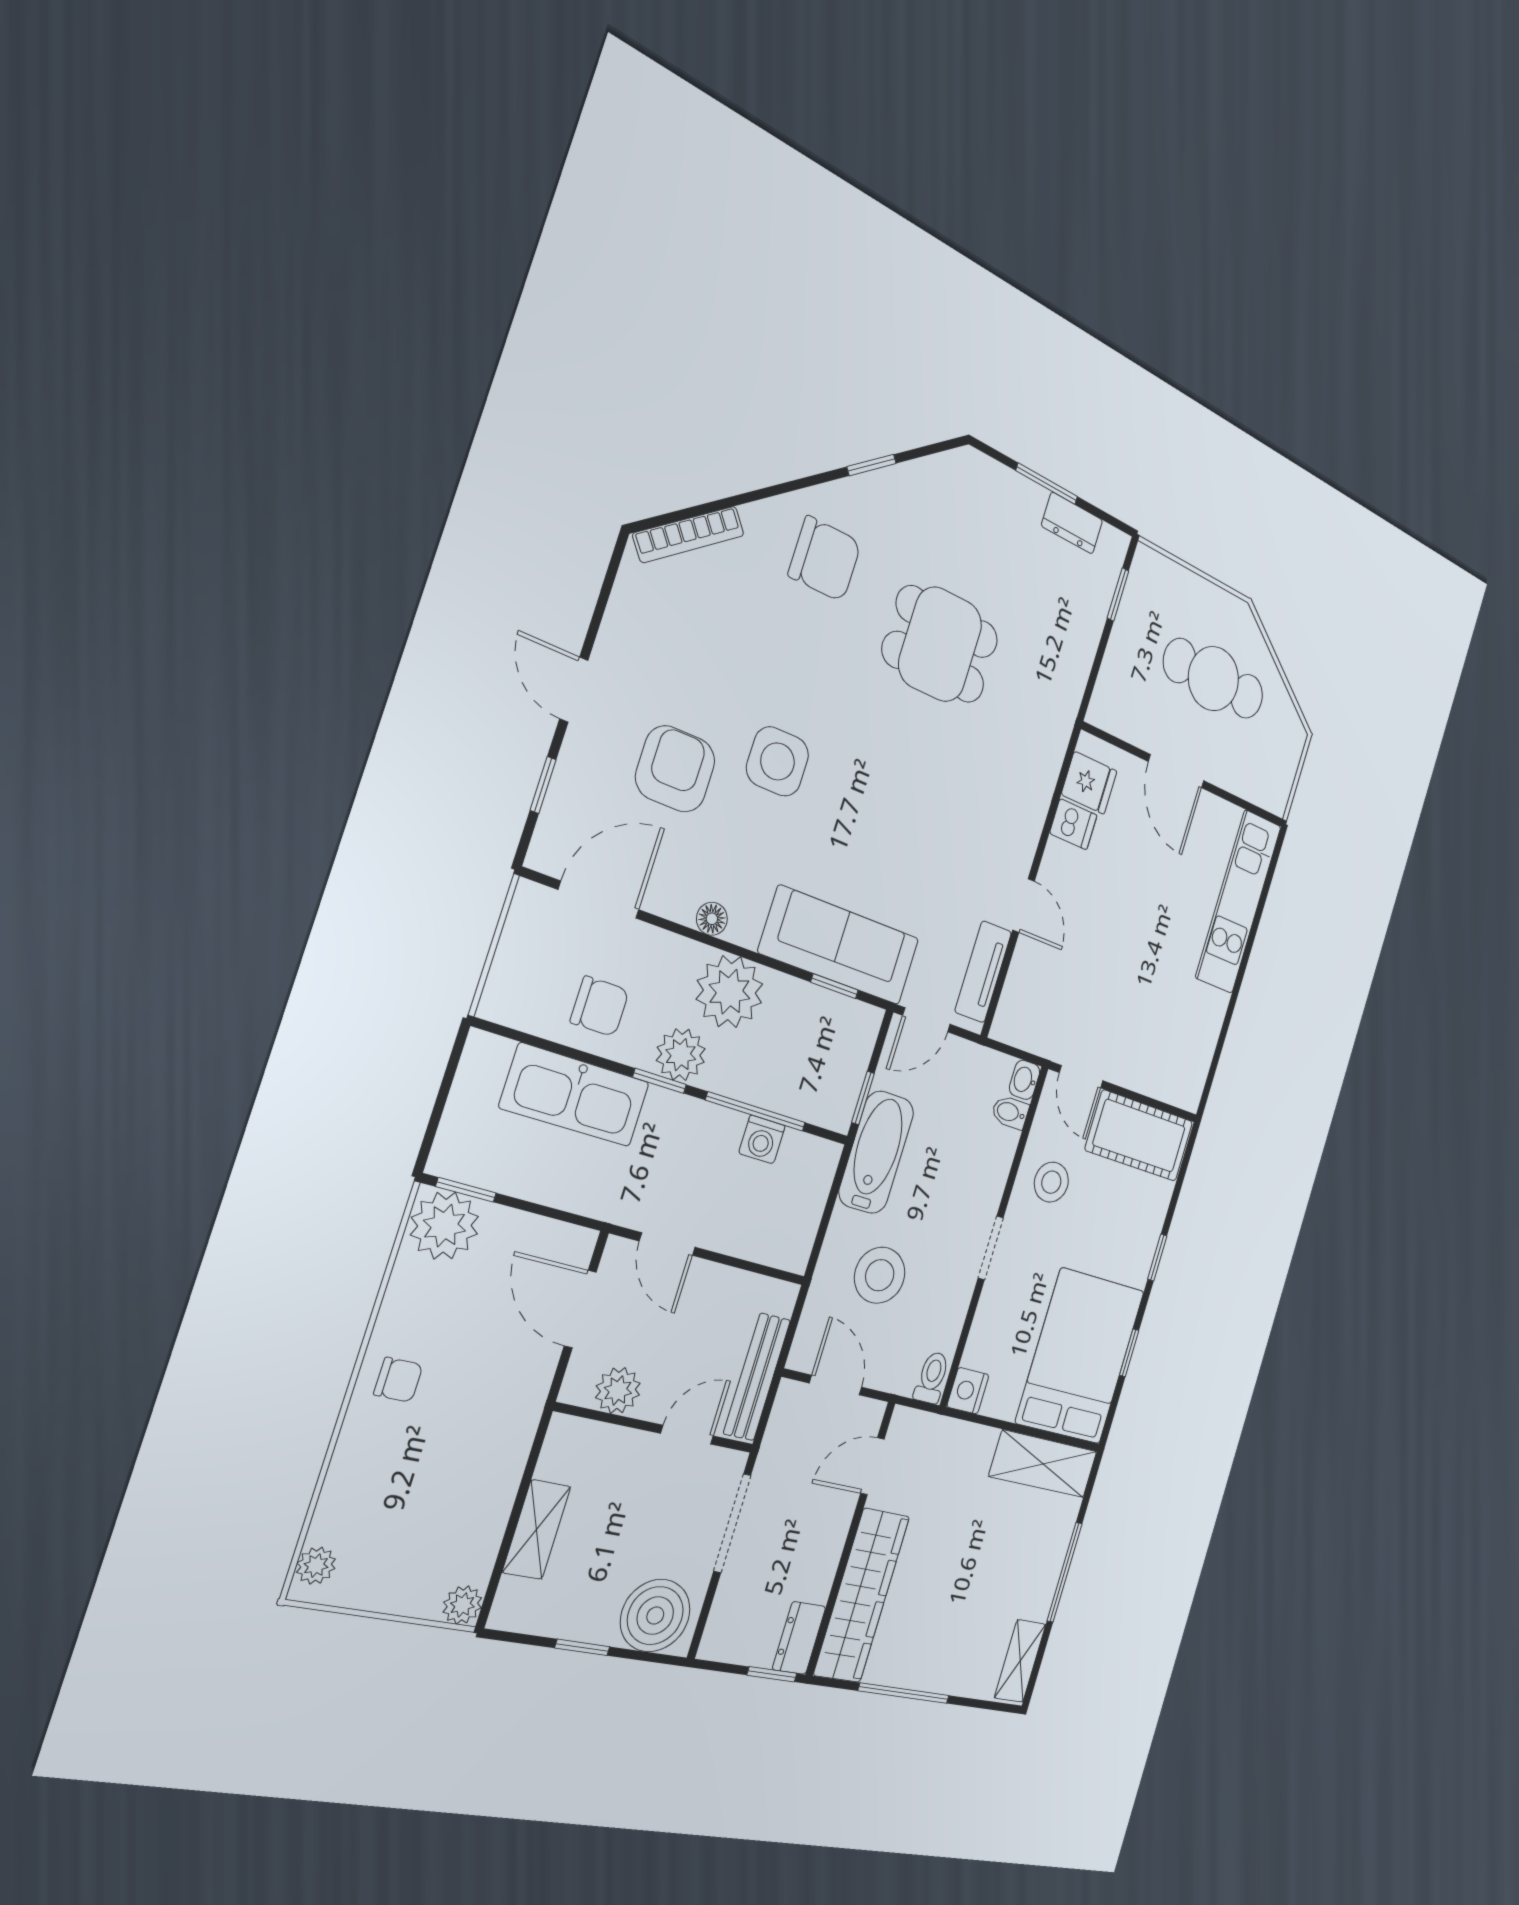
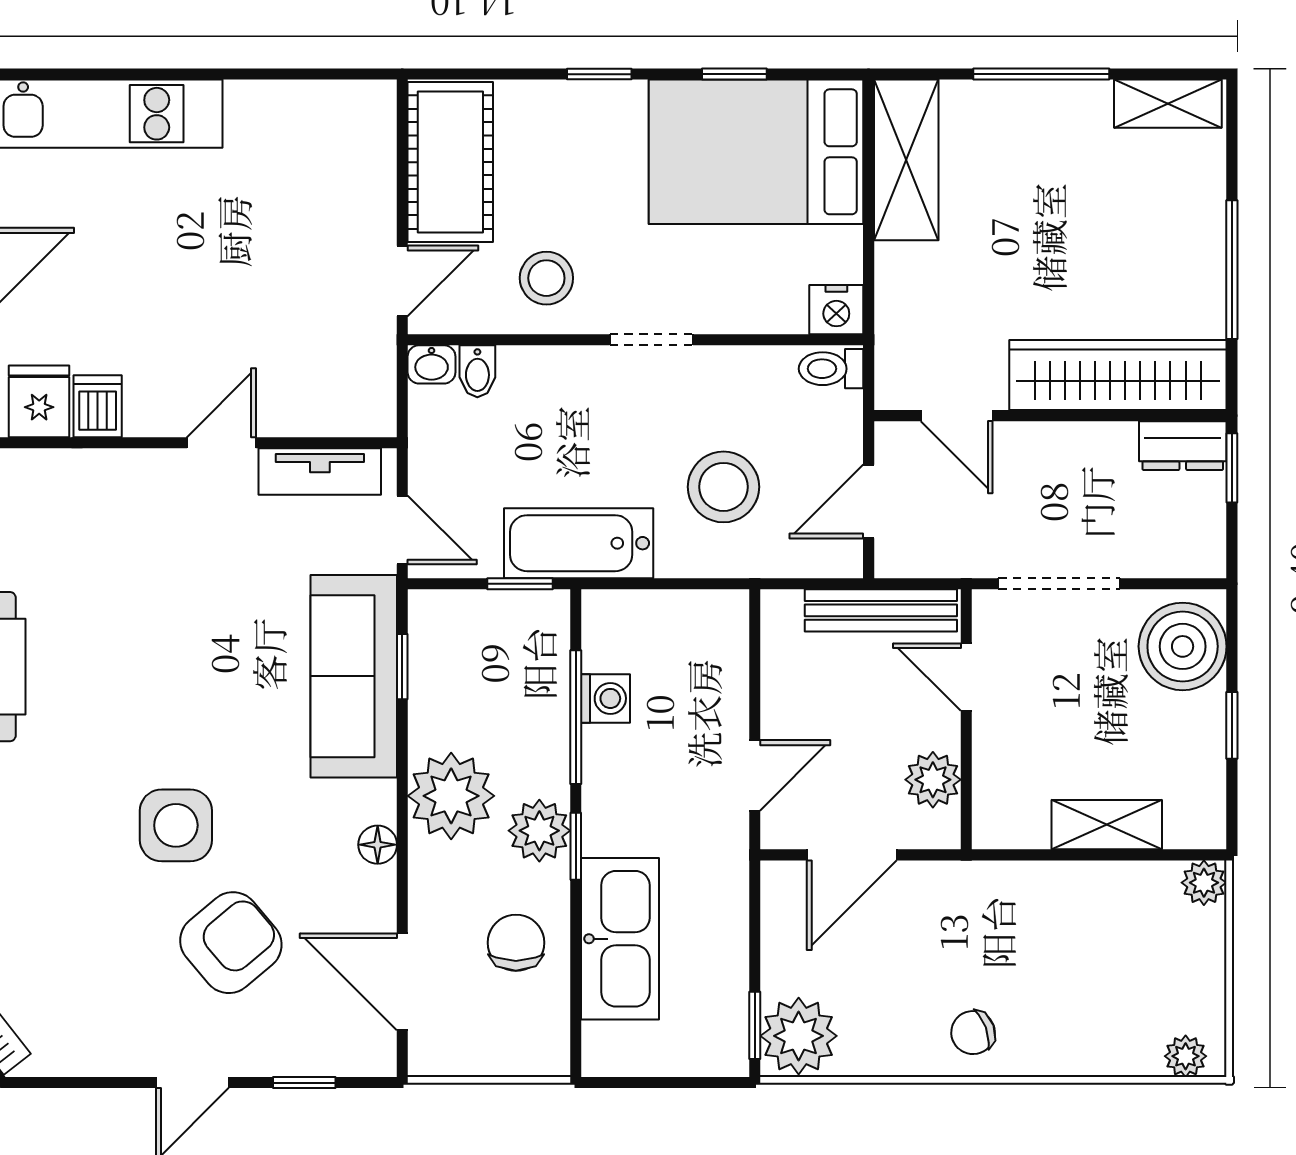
armchair: (675, 769) -> (231, 943), turned 140
chair: (398, 1380) -> (973, 1033), turned -110

